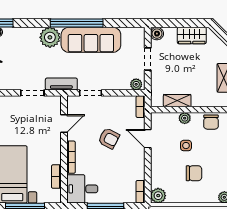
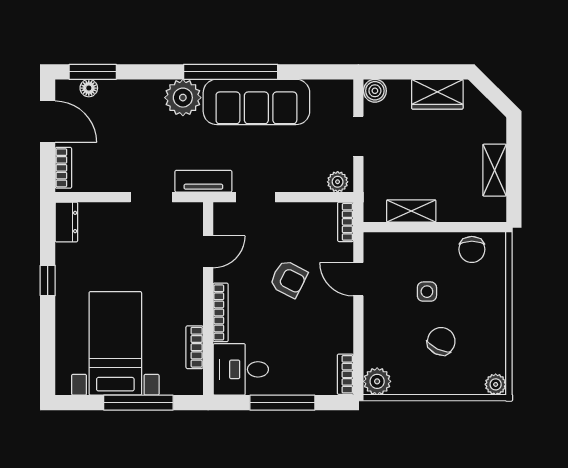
plant: (185, 118) -> (425, 242), removed
chair: (194, 173) -> (441, 341), turned -64

